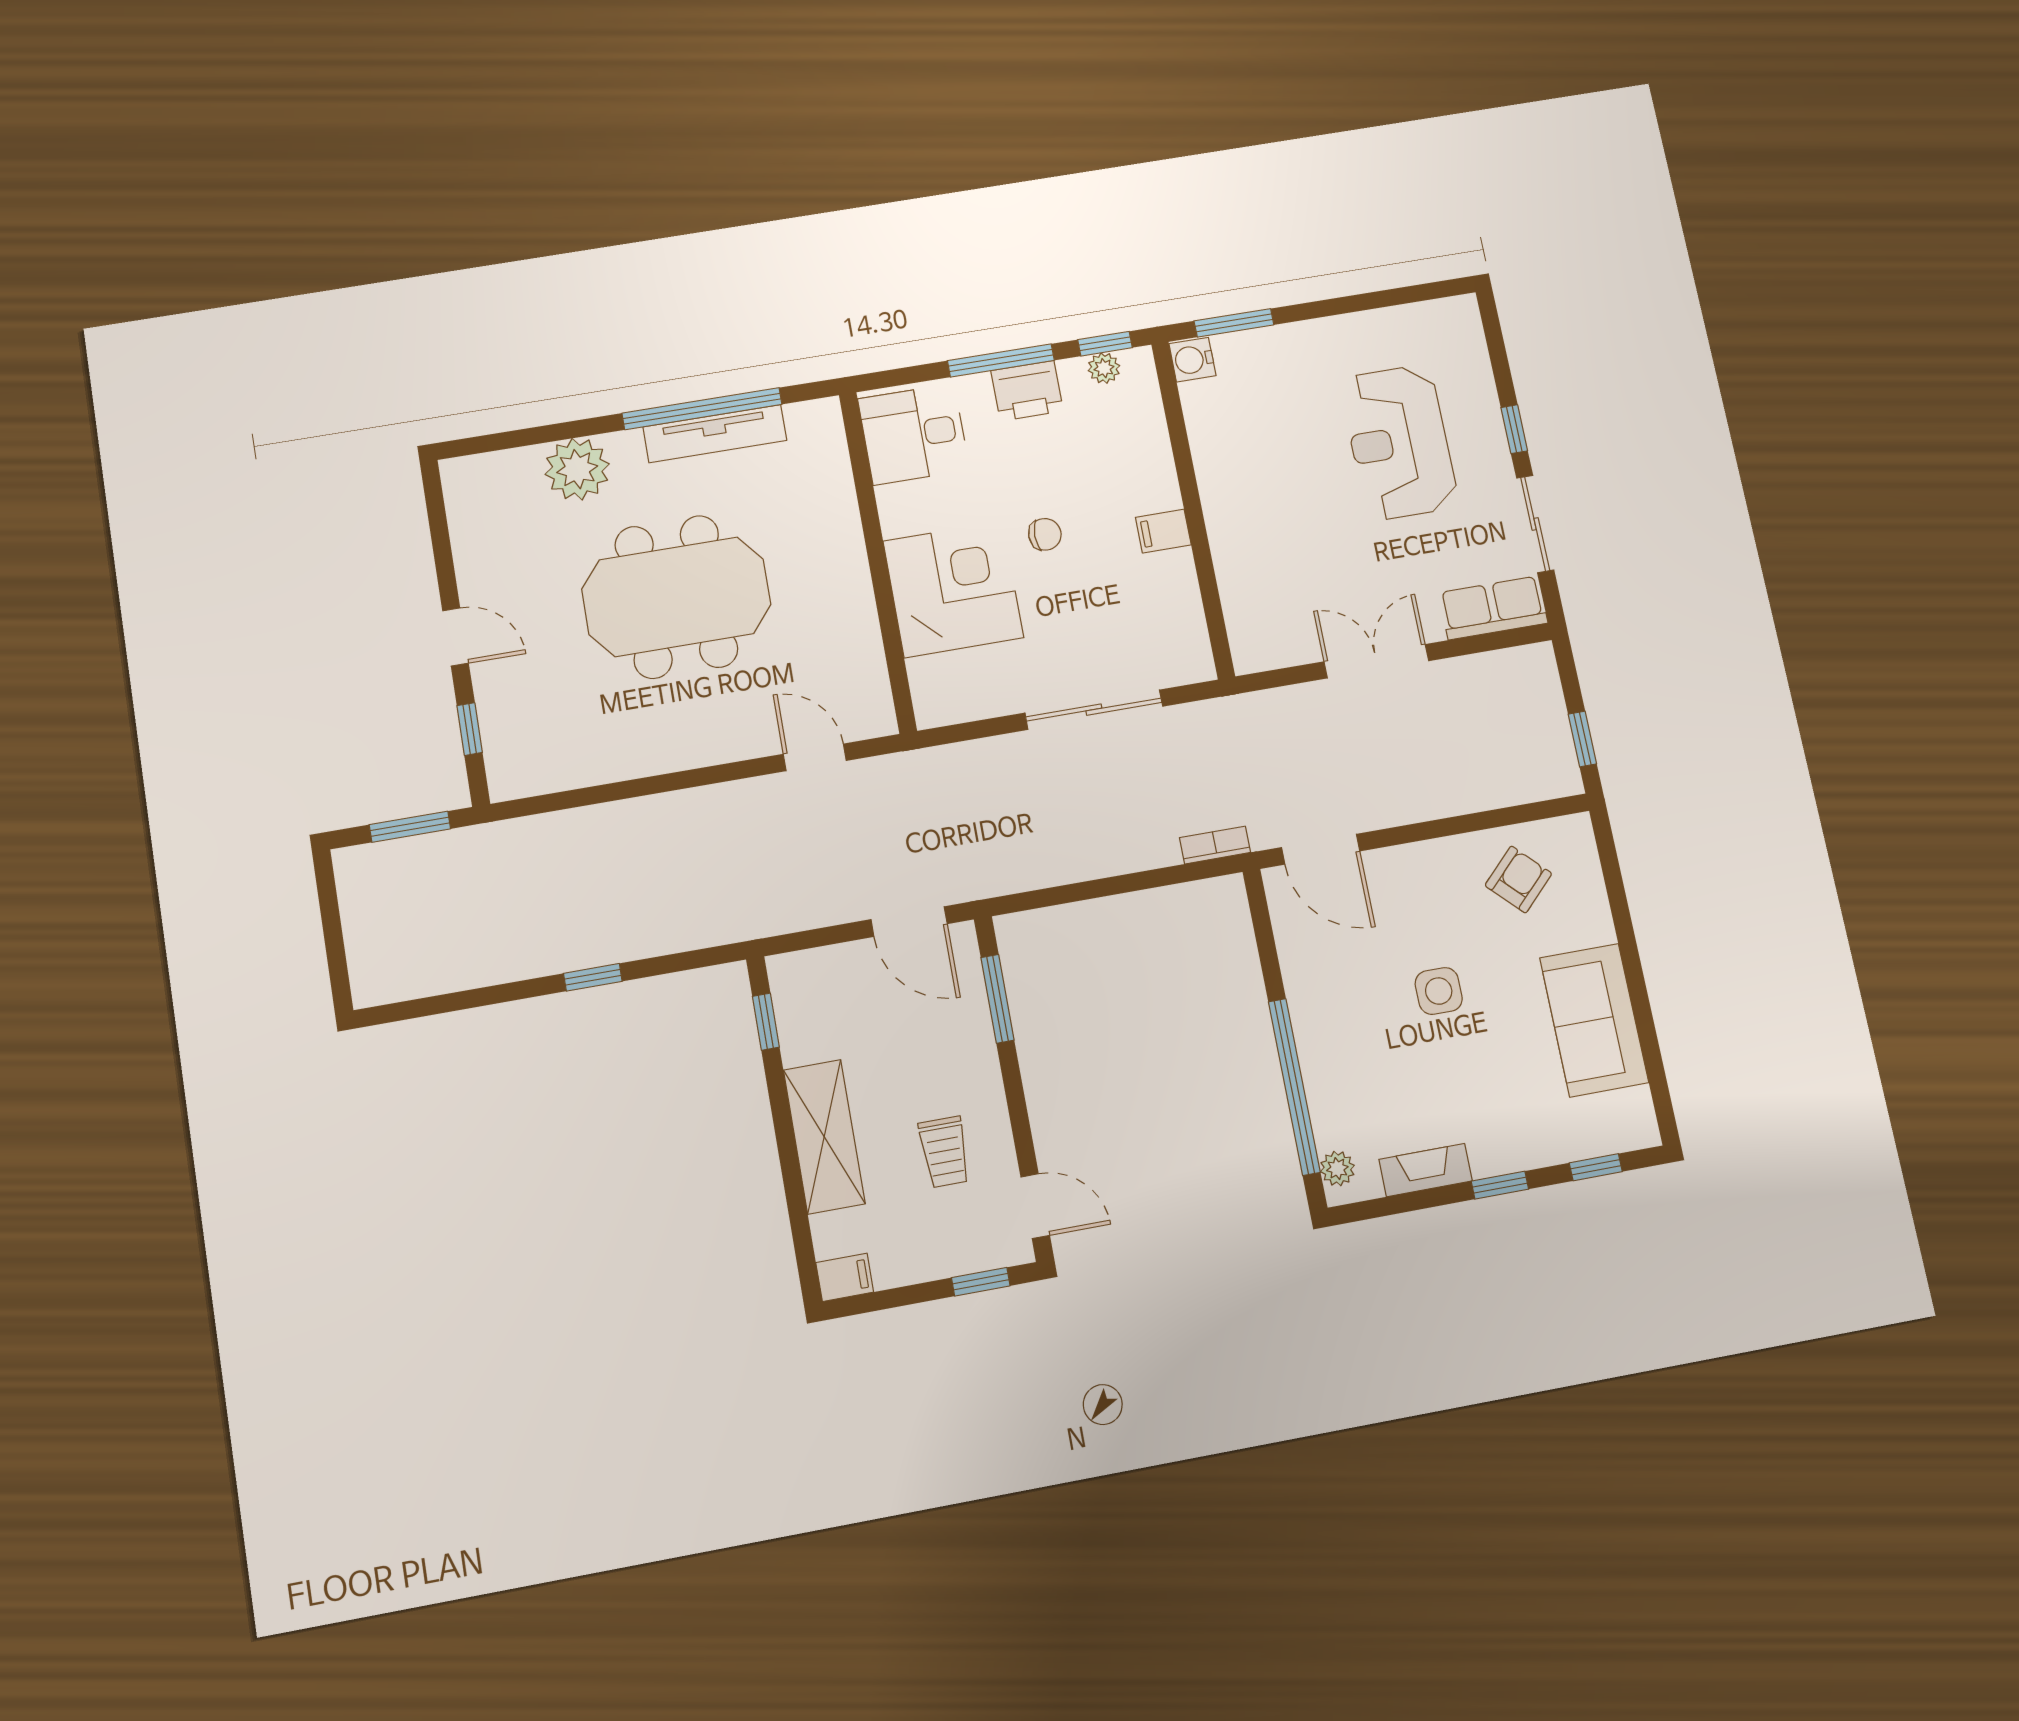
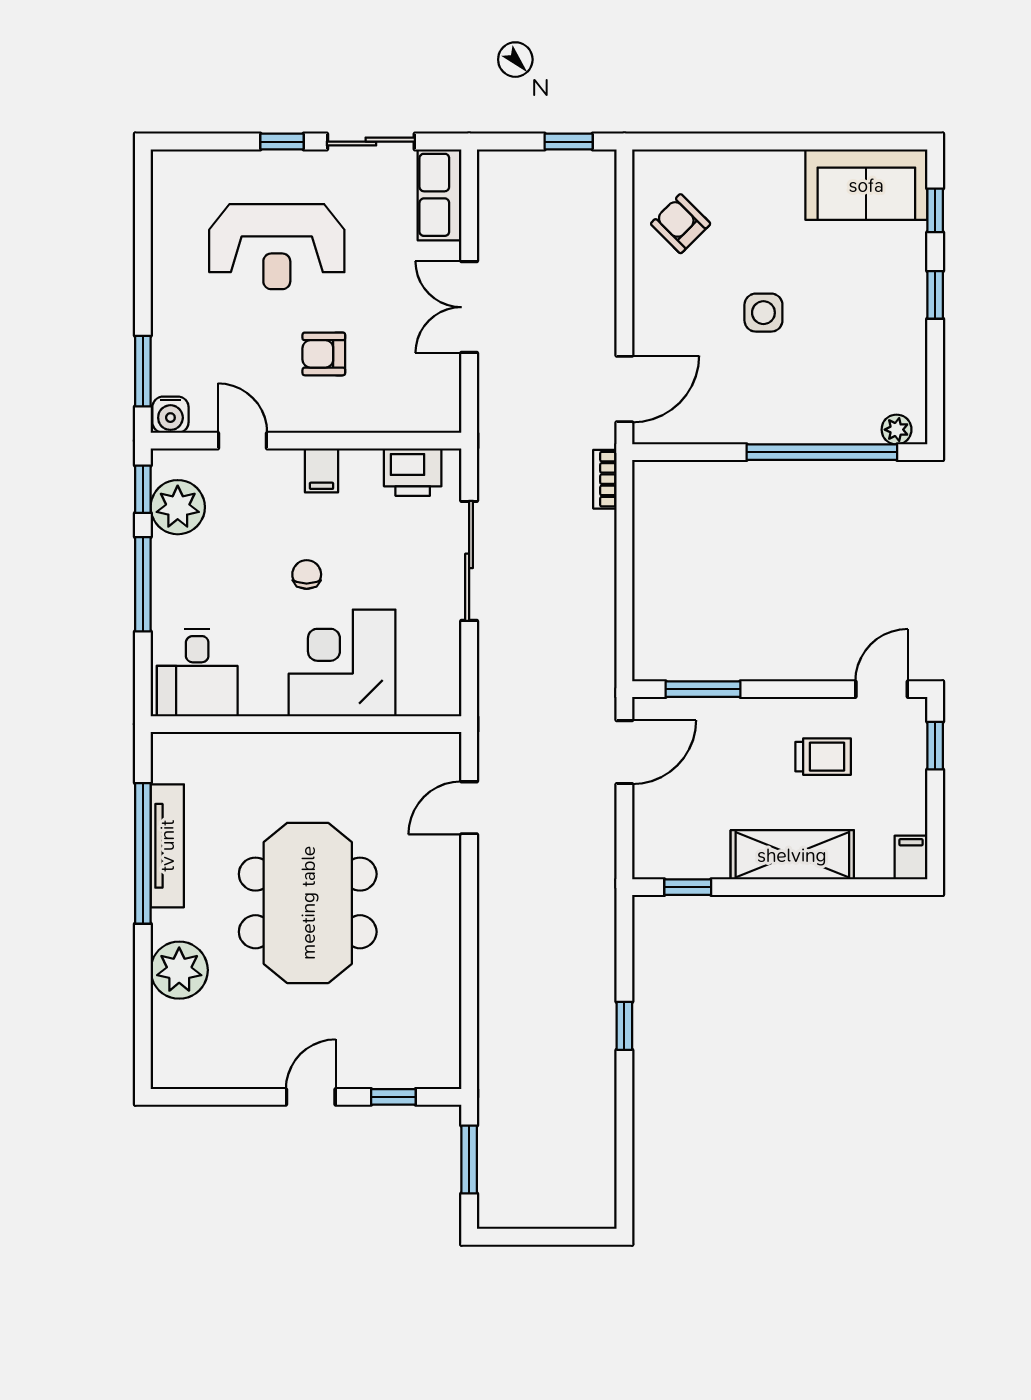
plant: (1104, 368) -> (178, 507), width x1.88, depth x1.88
printer: (1027, 391) -> (413, 472), moved, turned 90
door: (1179, 441) -> (242, 441), added
armchair: (1292, 512) -> (324, 354), added
sofa: (1594, 1020) -> (866, 185), moved
fireplace: (1426, 1170) -> (911, 355), removed

